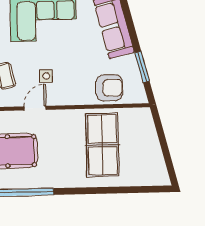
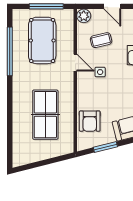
table tennis table: (102, 145) -> (45, 115), turned 90

